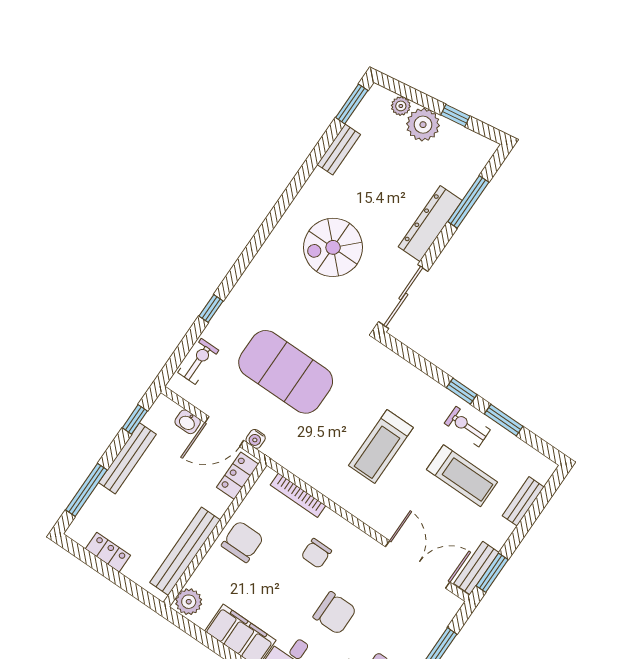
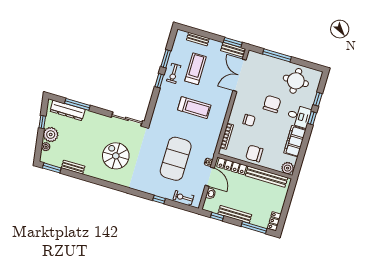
dresser: (430, 224) -> (68, 110), moved
spiral stairs: (333, 247) -> (116, 156), turned 180
locker: (238, 476) -> (232, 166), width x1.53
locker: (108, 552) -> (274, 221), moved

